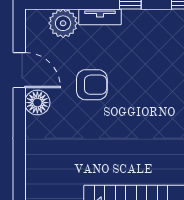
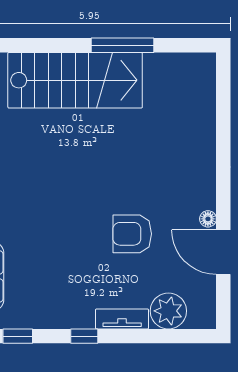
floor lamp: (37, 103) -> (208, 219), width x0.53, depth x0.53

